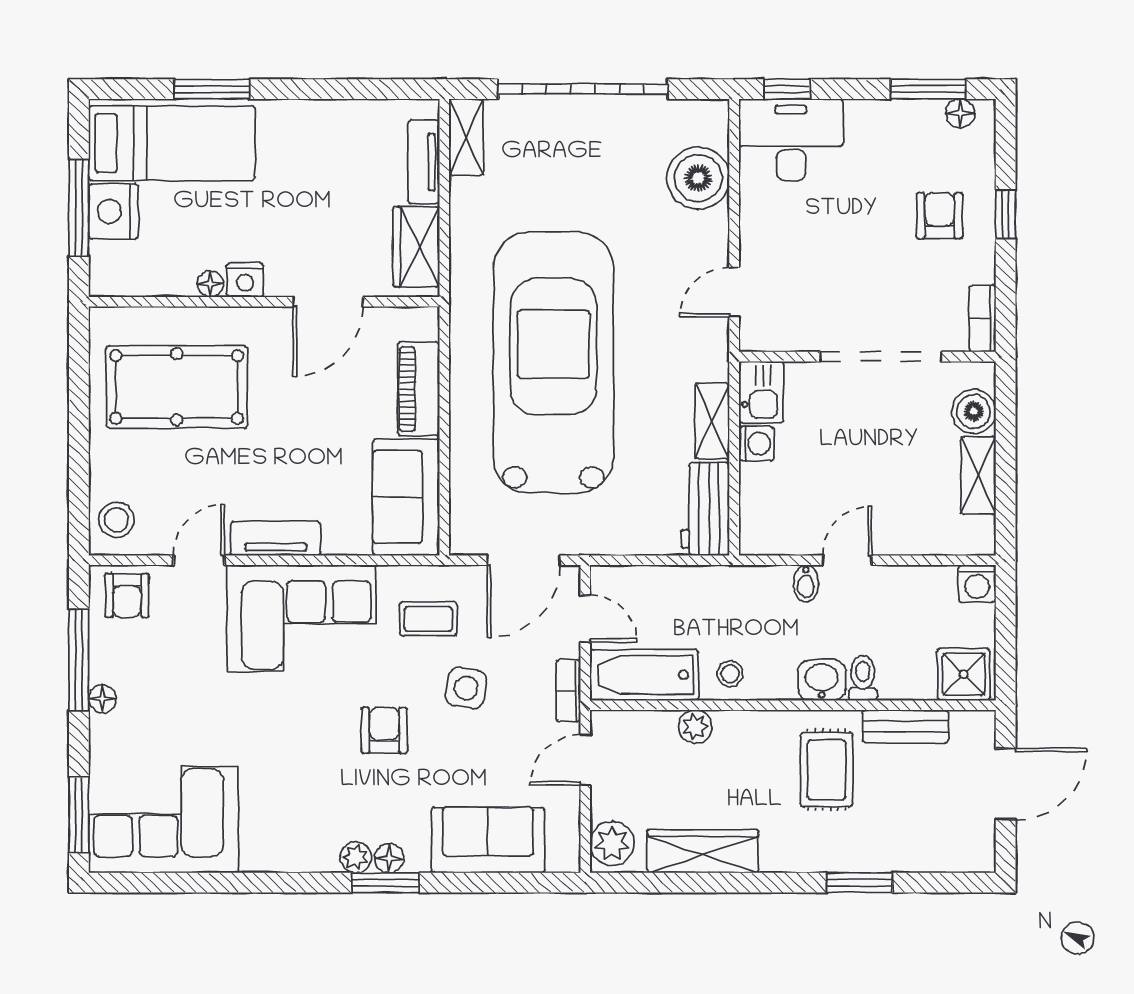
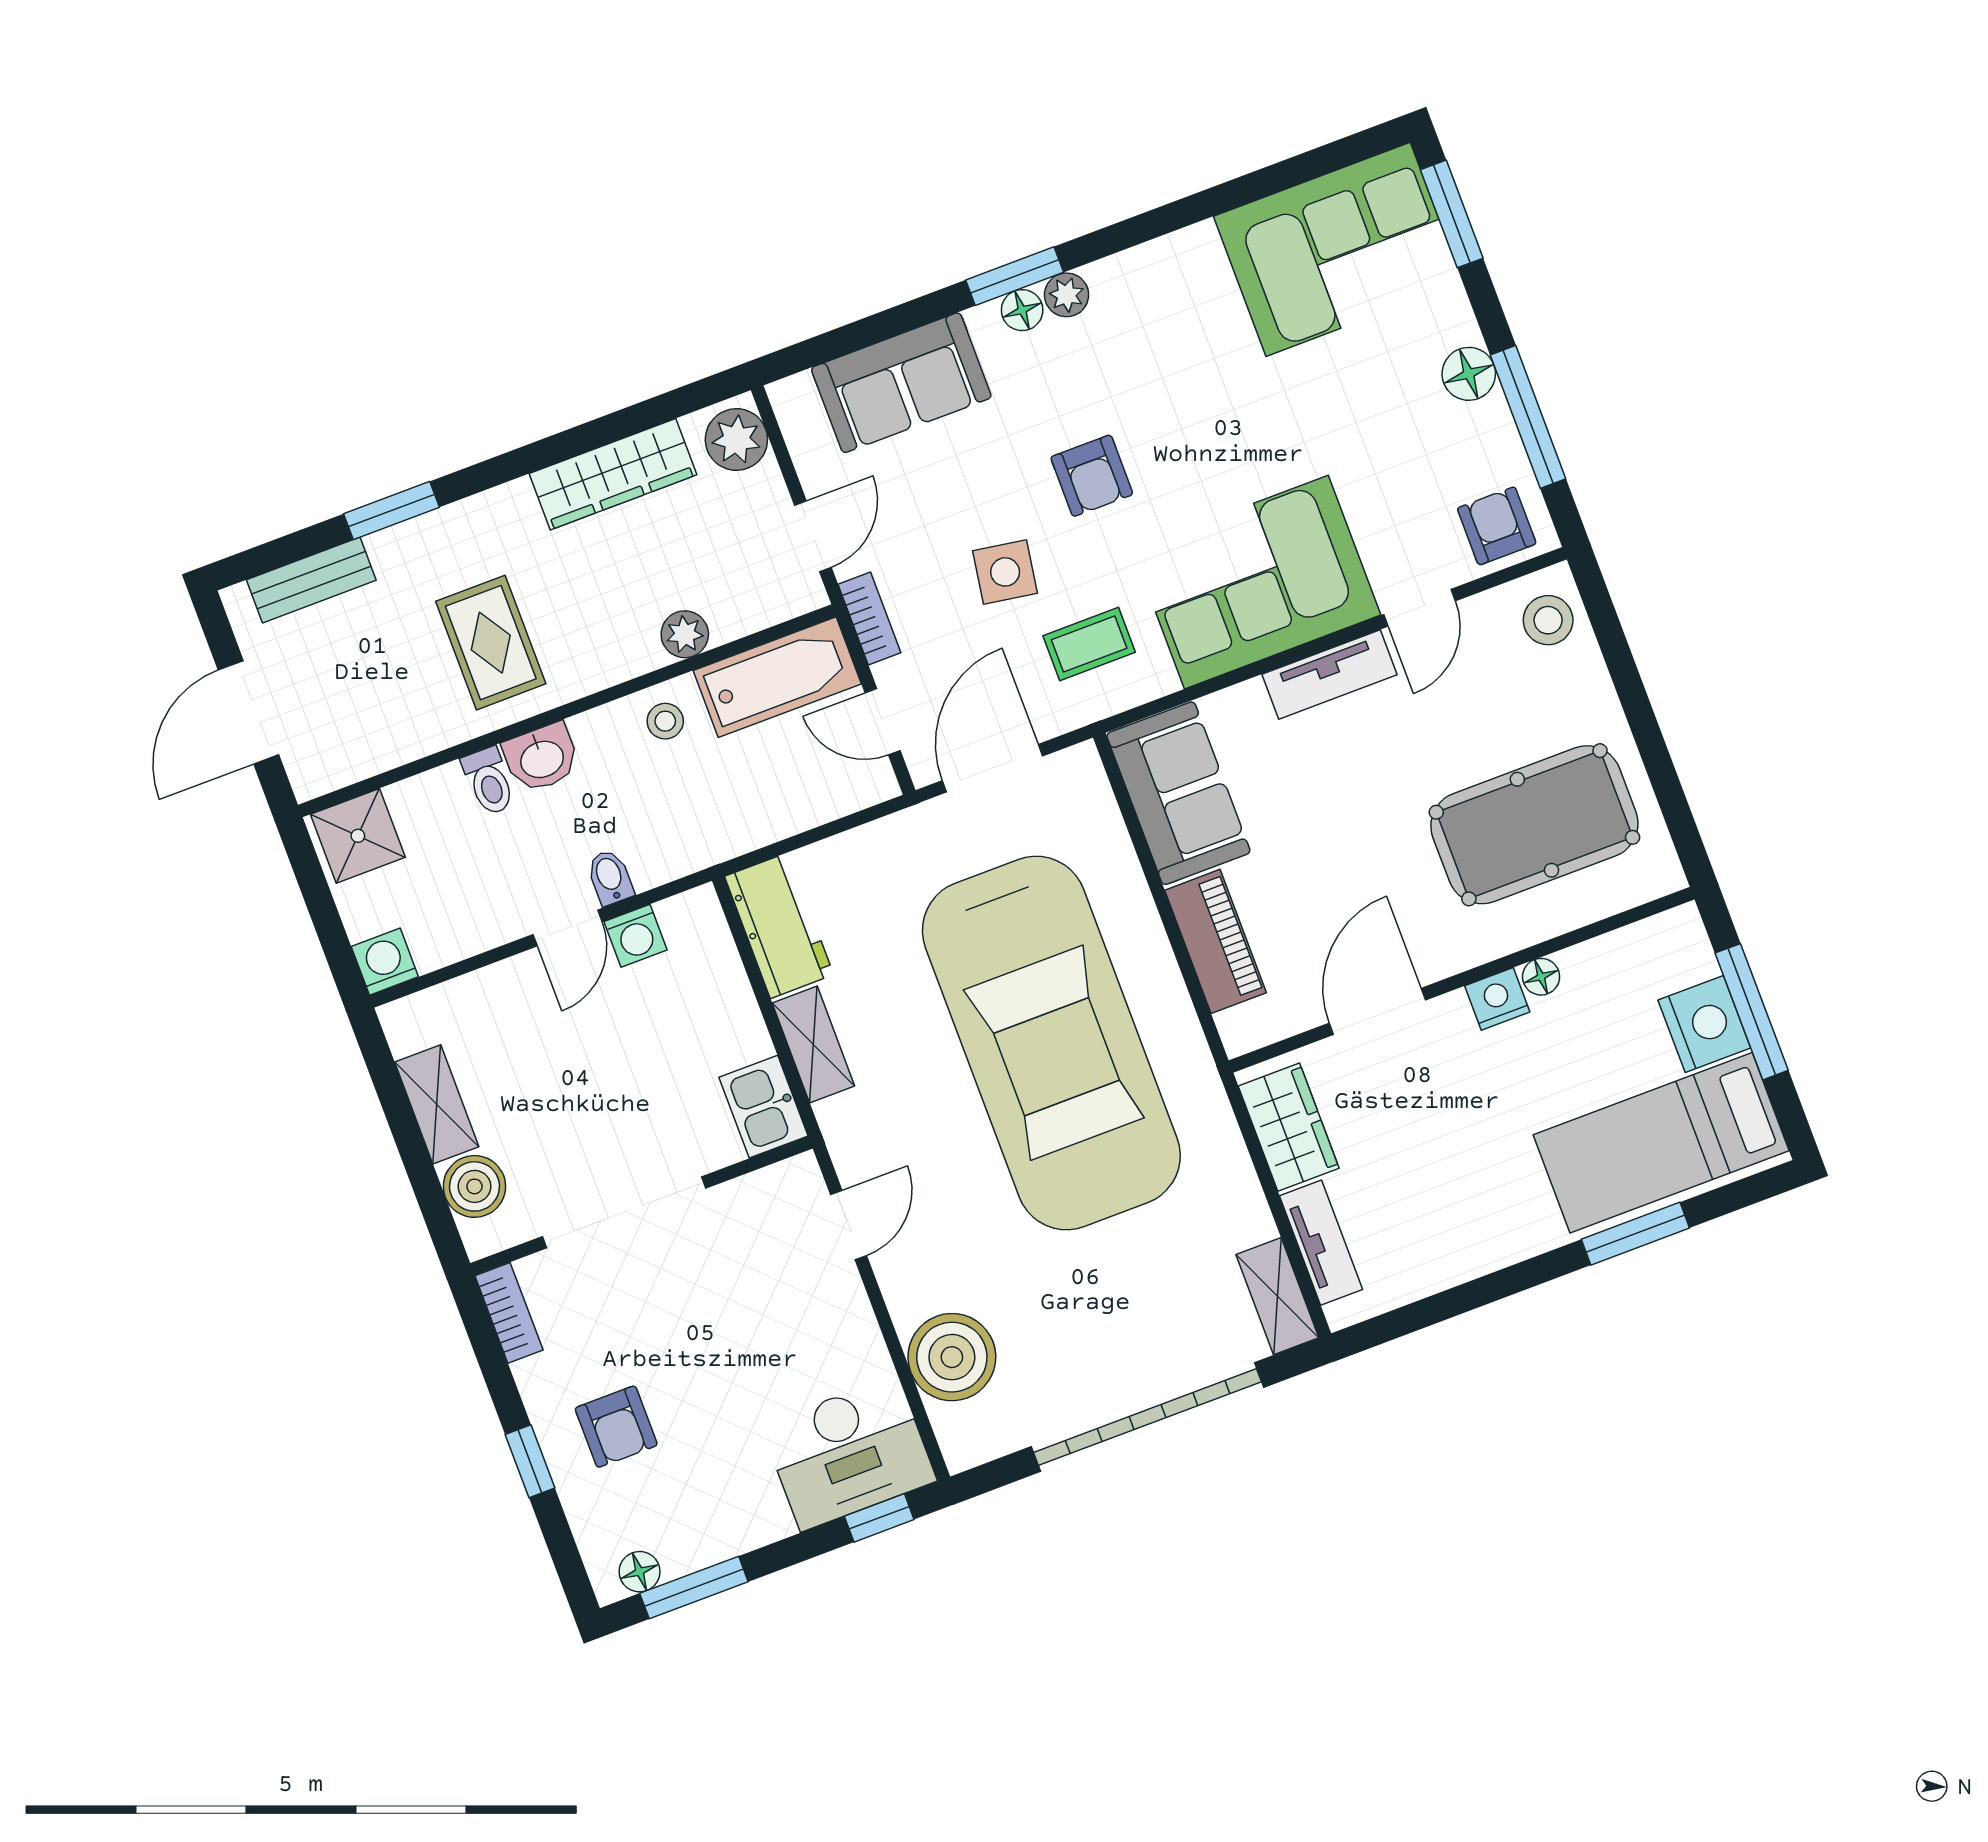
washing machine: (756, 444) -> (635, 936), moved, turned -90
floor lamp: (102, 699) -> (1469, 374), width x1.37, depth x1.37
bench: (906, 726) -> (311, 580), moved

